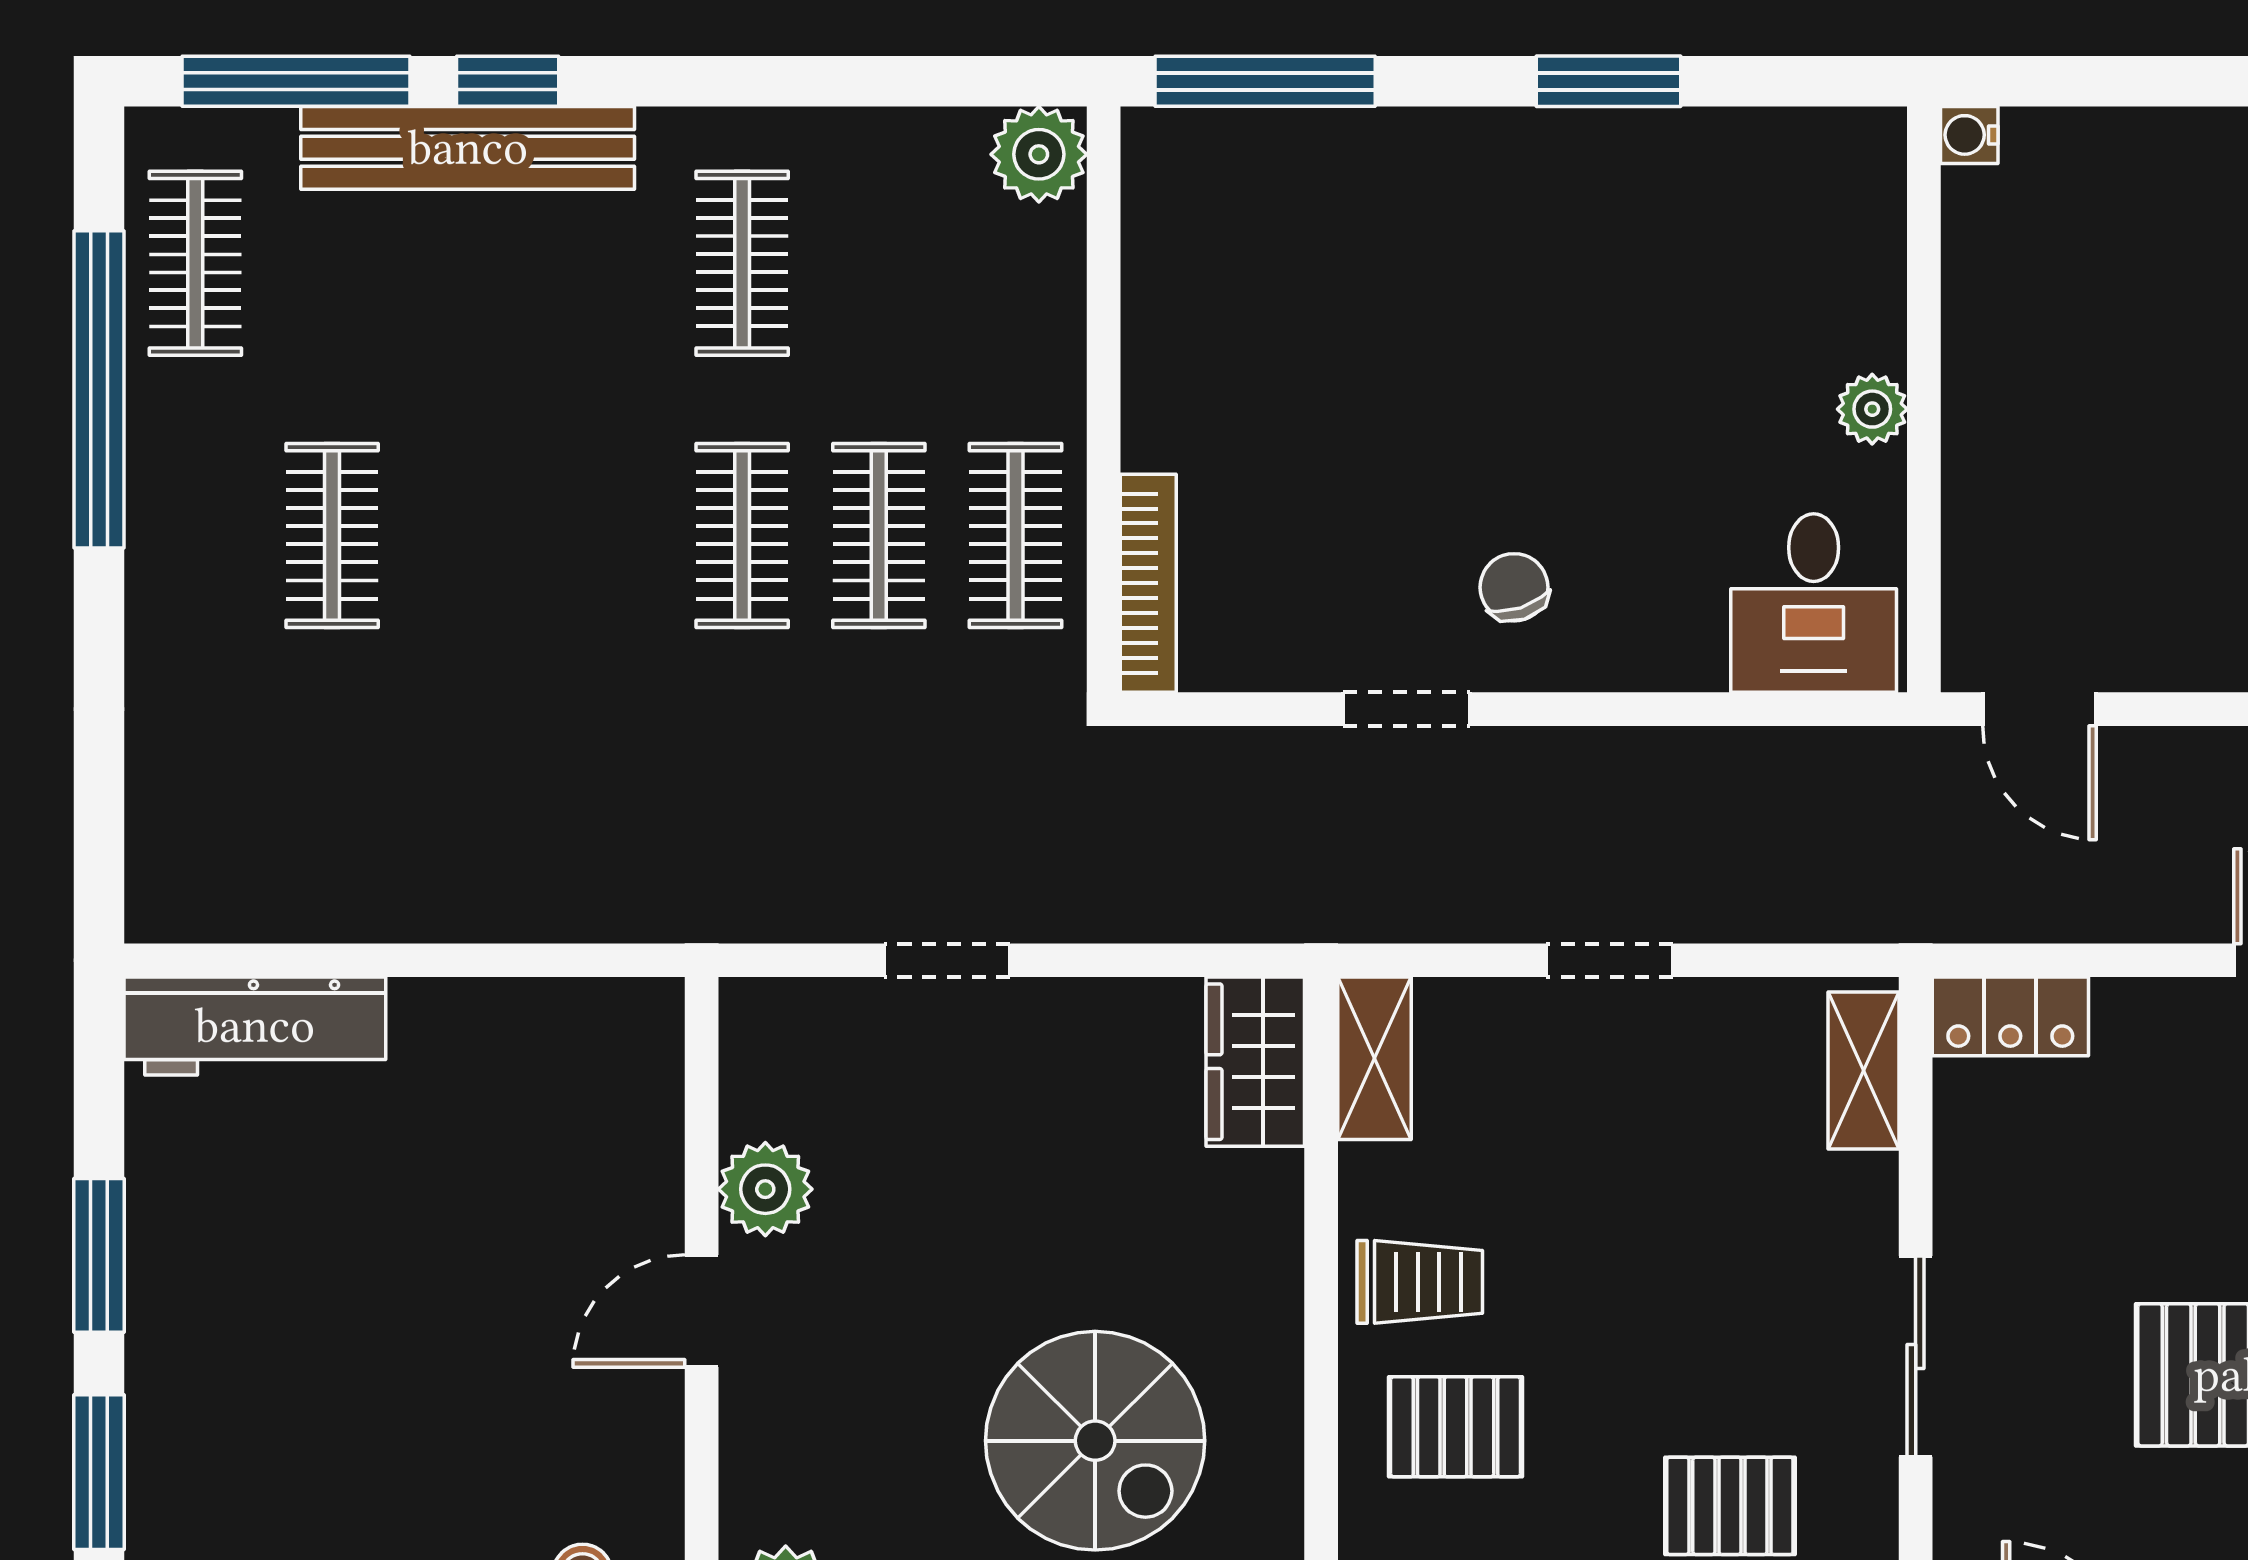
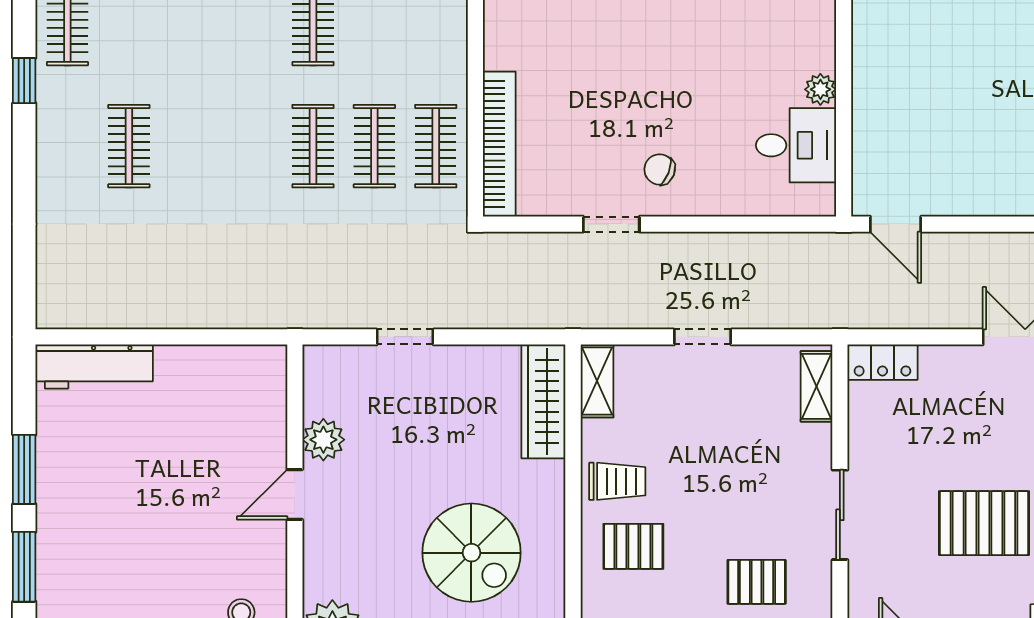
window: (99, 389) -> (24, 81), width x0.32
bookcase: (1148, 583) -> (499, 144), width x1.48, depth x1.31
chair: (1514, 587) -> (660, 169), turned -51
desk: (1814, 603) -> (796, 145), moved, turned -90
wardrobe: (1255, 1062) -> (543, 401), width x1.50

